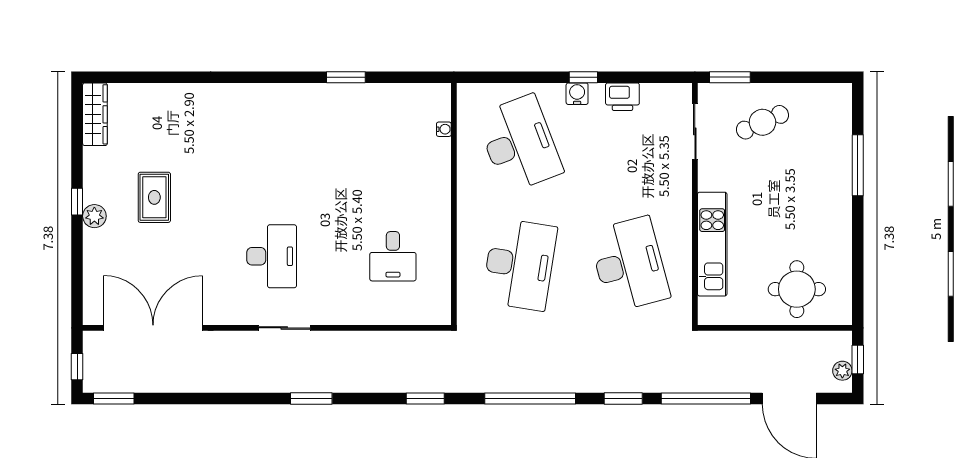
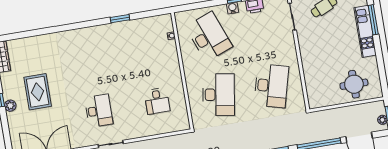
rug: (154, 197) -> (38, 92), width x1.36, depth x1.43
kitchen unit: (712, 244) -> (365, 31), moved, turned 180
desk: (629, 264) -> (271, 86), turned 30

